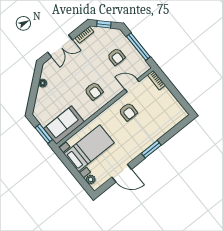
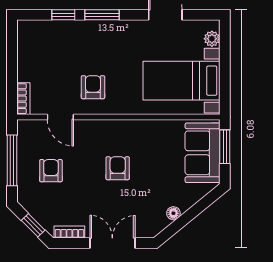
armchair: (94, 91) -> (118, 168), moved
sofa: (64, 125) -> (202, 153), moved, turned 90
window: (169, 135) -> (63, 15), added

